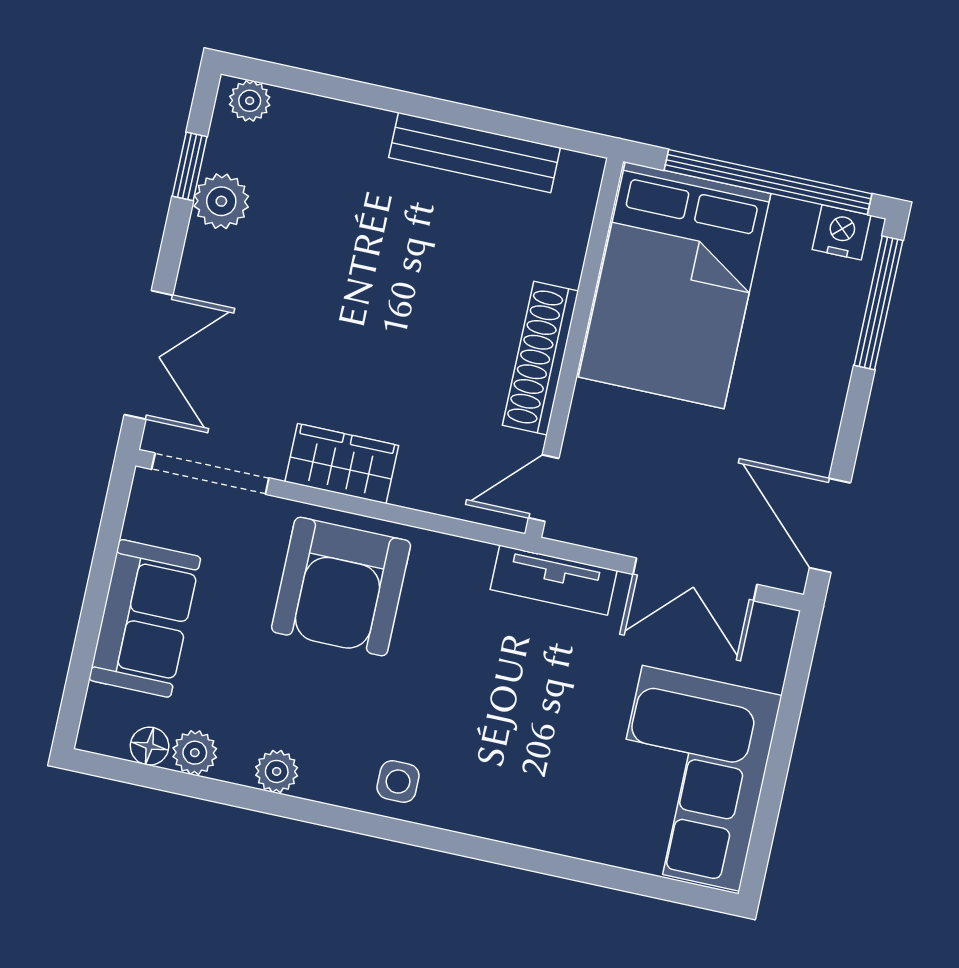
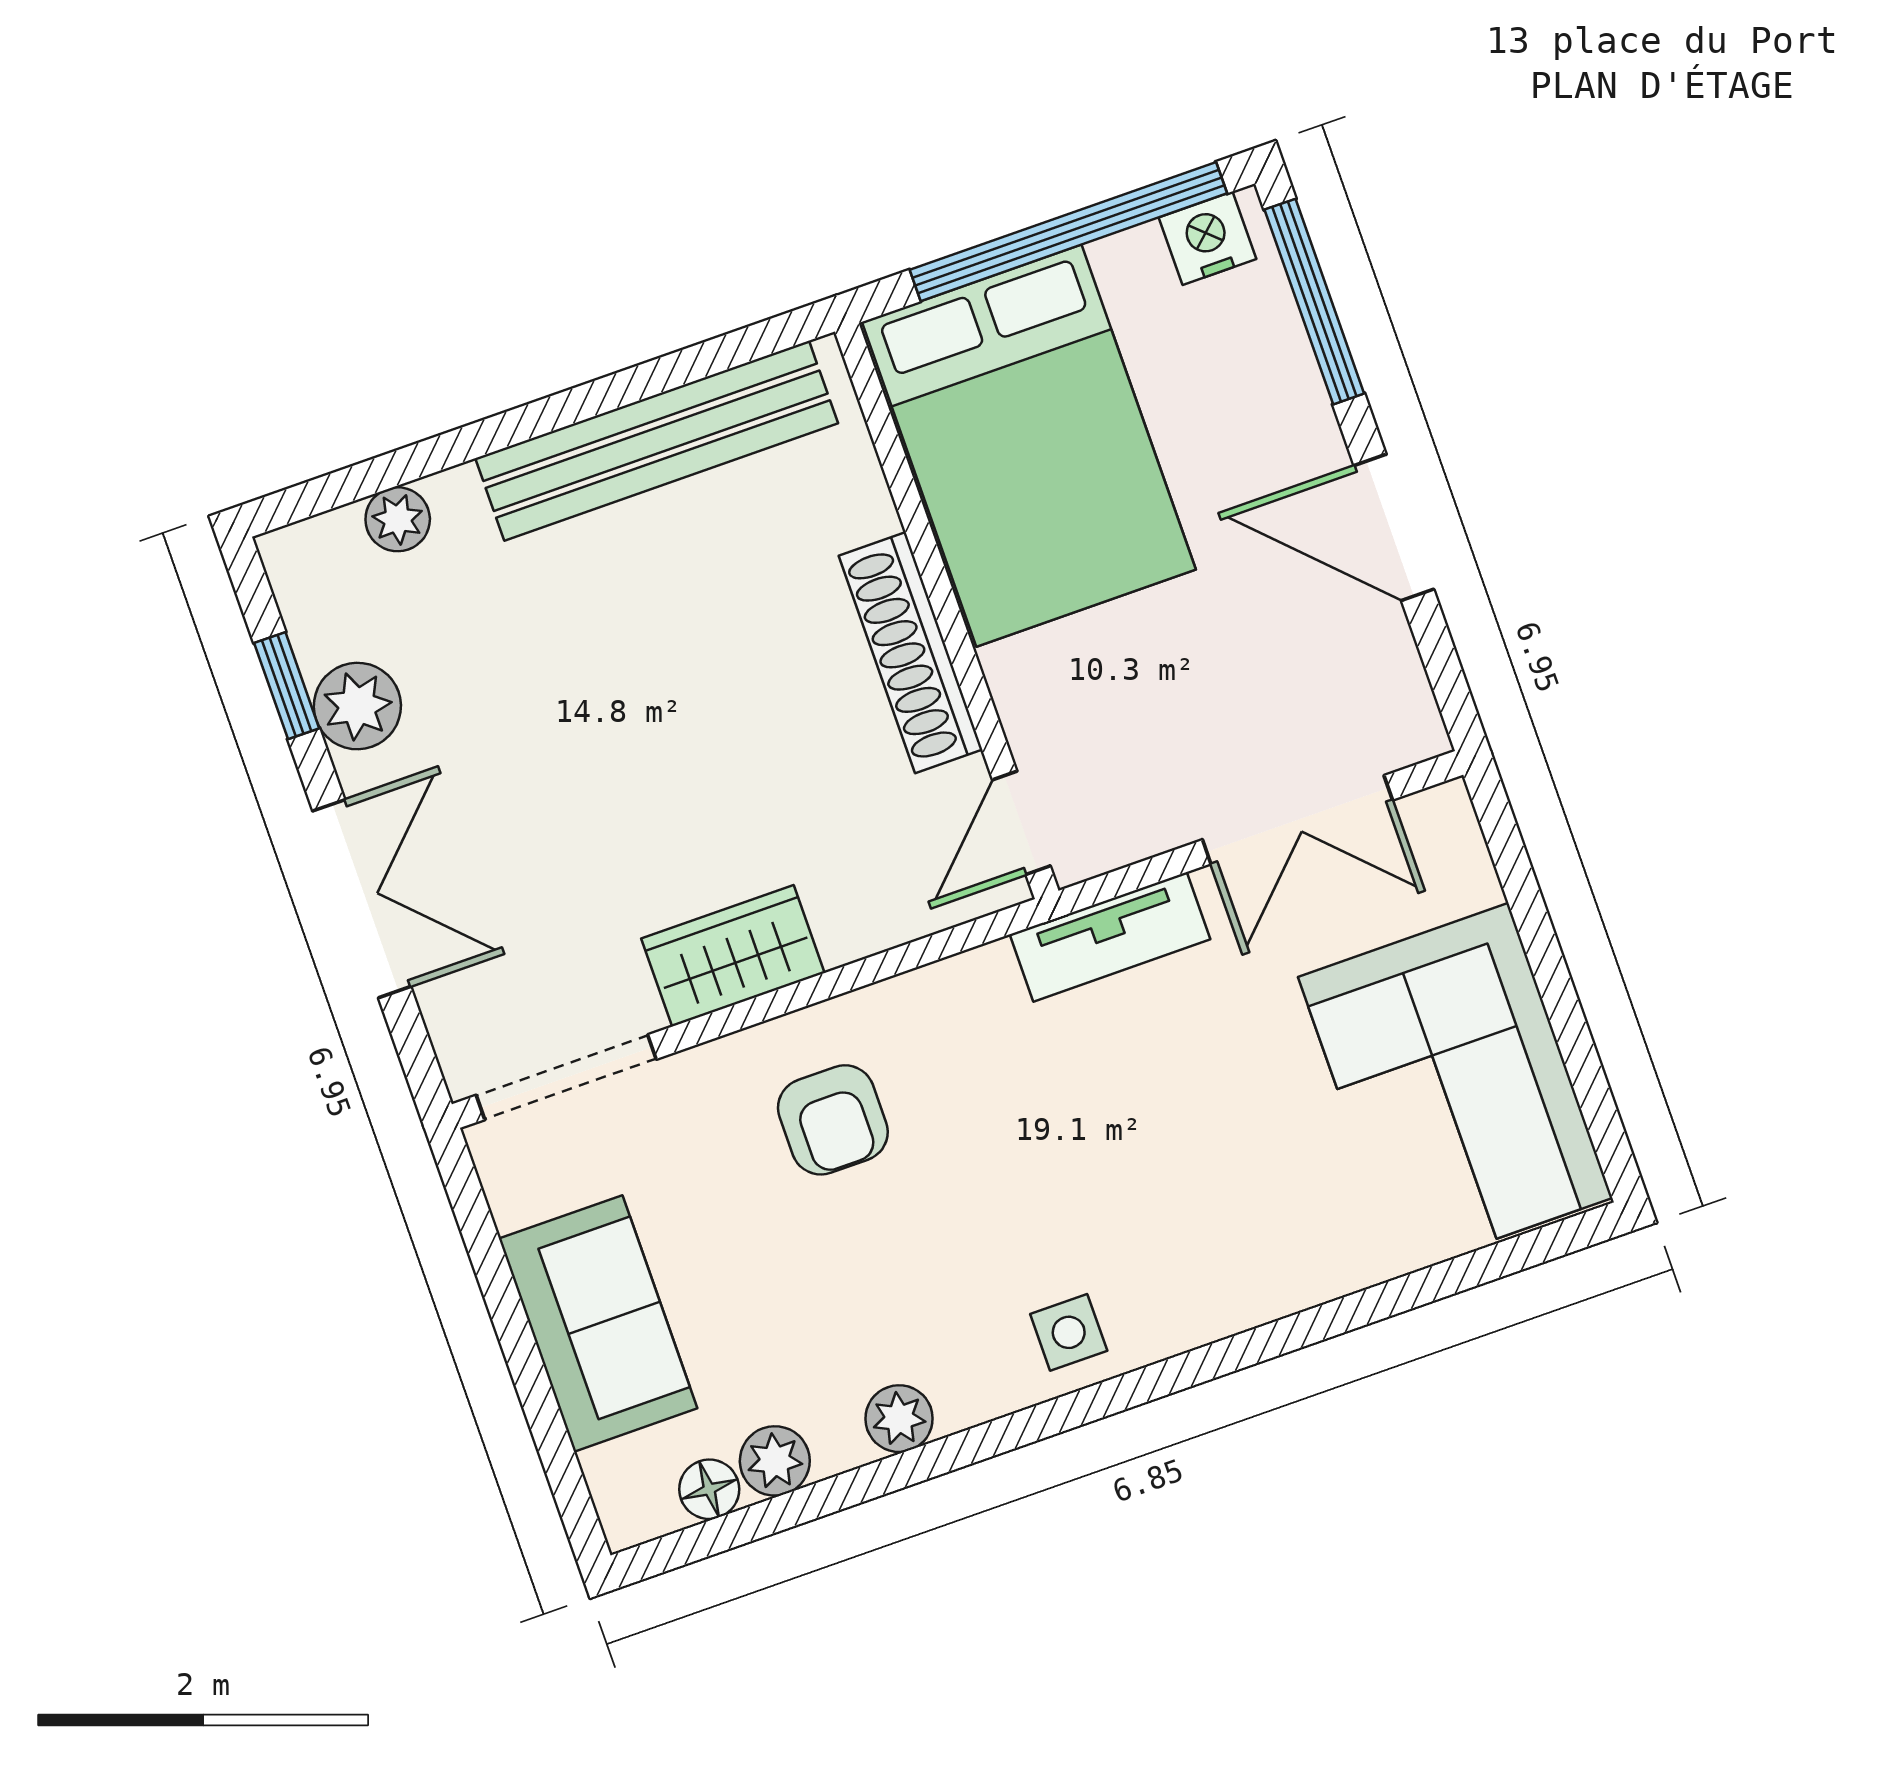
plant: (250, 101) -> (398, 519), moved
bench: (475, 153) -> (657, 441), width x1.37, depth x1.21
double door: (149, 355) -> (362, 899), moved
door: (830, 525) -> (1394, 527), moved
armchair: (341, 587) -> (833, 1120), width x0.53, depth x0.53

